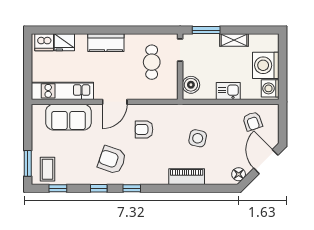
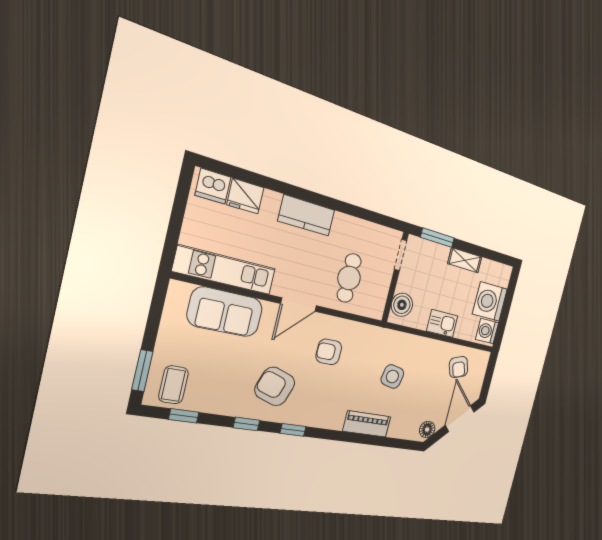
cafe table: (152, 62) -> (349, 278), moved

